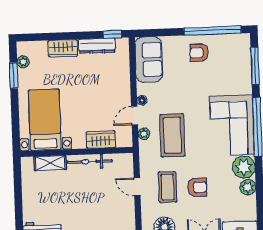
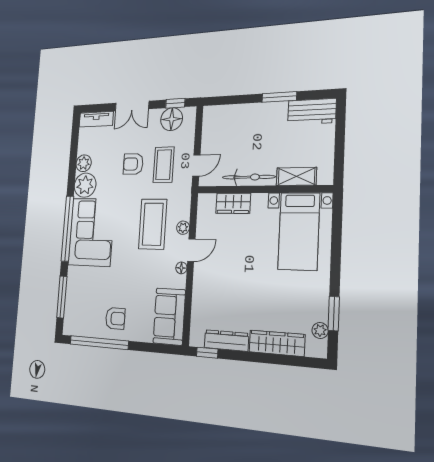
wardrobe: (63, 48) -> (277, 343), width x1.50
bed with nightstands: (45, 120) -> (299, 231), moved
wardrobe: (101, 140) -> (233, 203), moved
wall: (77, 152) -> (263, 189), moved
bicycle: (90, 162) -> (249, 177), moved
shelving: (50, 163) -> (296, 176), moved
door: (137, 187) -> (196, 166), hinge flipped

